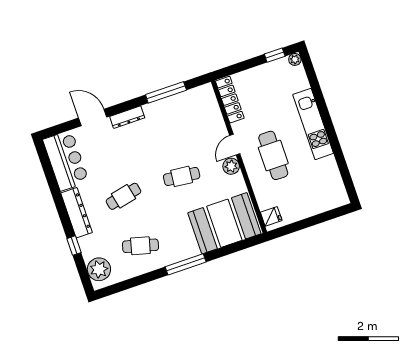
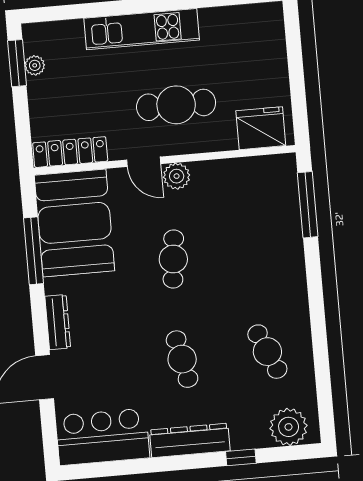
window: (275, 55) -> (17, 63), width x1.50
plant: (295, 59) -> (35, 65), moved
fridge: (271, 216) -> (261, 128), width x1.88, depth x1.34
booth: (224, 223) -> (74, 223), moved
cafe table: (140, 246) -> (267, 352), turned -39
window: (186, 264) -> (308, 205), moved

